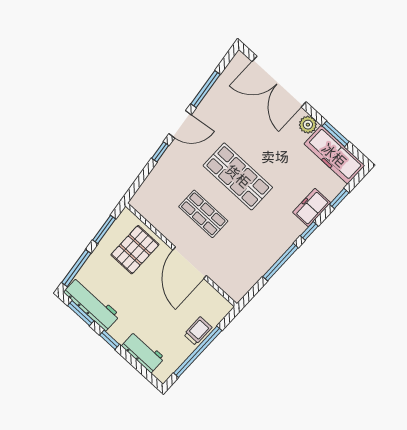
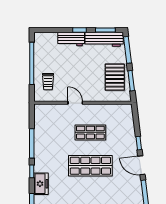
door: (180, 124) -> (141, 165), hinge flipped
pallet: (135, 250) -> (115, 77), moved
door: (190, 263) -> (75, 103), width x0.53
trolley: (198, 331) -> (48, 82), moved
workbench: (143, 352) -> (71, 39), moved

